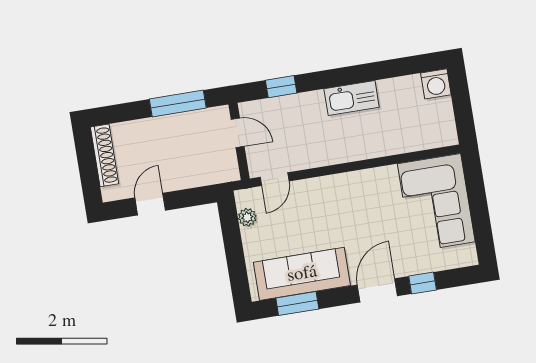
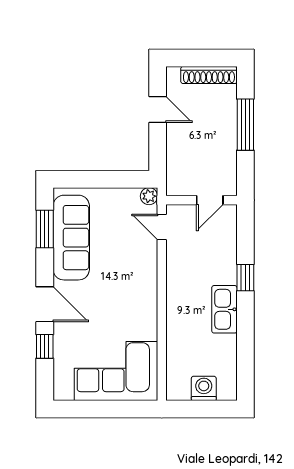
washing machine: (436, 84) -> (204, 388), moved, turned 90
window: (281, 87) -> (245, 278), moved
window: (178, 104) -> (245, 125), moved
plant: (247, 217) -> (149, 196), moved

